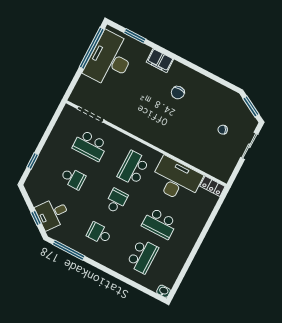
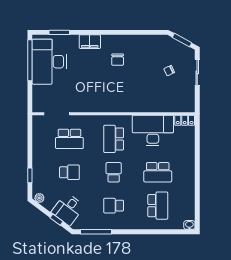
plant: (30, 188) -> (39, 198), added

